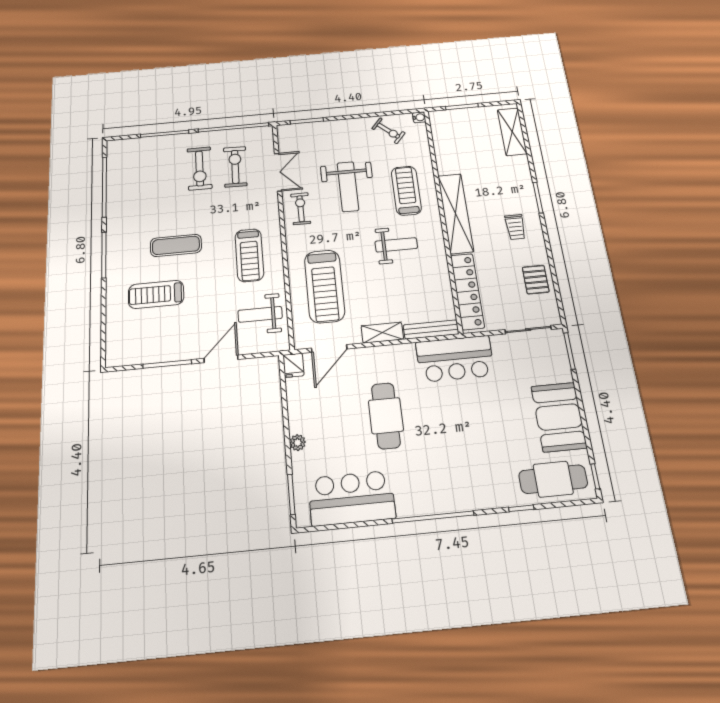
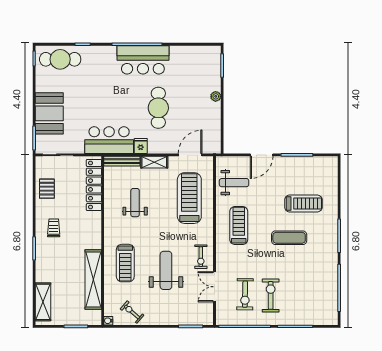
shelving: (456, 213) -> (93, 279), moved
weight bench: (396, 245) -> (135, 203), moved, turned 90
fridge: (293, 365) -> (141, 146), moved
booth: (559, 417) -> (49, 113), moved
bar counter: (352, 498) -> (143, 60), moved

